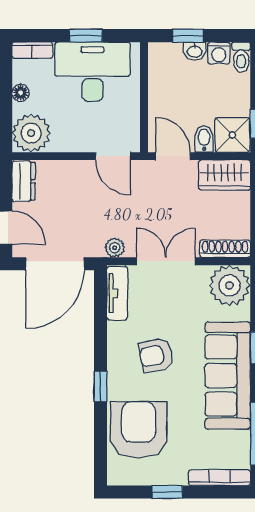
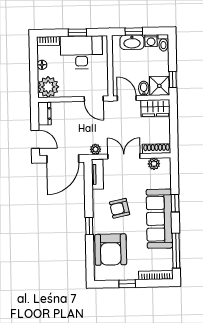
washbasin: (195, 51) -> (132, 42), width x1.91, depth x1.45
plant: (229, 285) -> (154, 164), width x0.53, depth x0.53
armchair: (139, 430) -> (111, 250), turned 180

